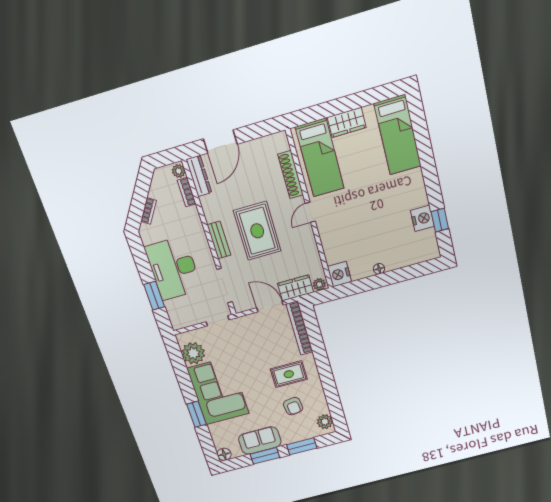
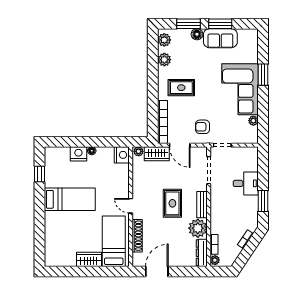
bed: (398, 135) -> (70, 199), moved, turned 90
door: (220, 141) -> (157, 271), moved
plant: (215, 208) -> (198, 228), added
door: (310, 212) -> (131, 206), swing flipped
nightstand: (422, 218) -> (78, 154), moved, turned 90
rug: (257, 231) -> (172, 203), width x0.73, depth x0.70
desk: (173, 268) -> (246, 183), width x0.53, depth x0.77
window: (154, 296) -> (263, 201), moved
plant: (193, 353) -> (253, 121), width x0.53, depth x0.53
plant: (318, 400) -> (164, 60), added
armchair: (293, 406) -> (203, 127), moved, turned -84
floor lamp: (224, 454) -> (197, 34), moved

